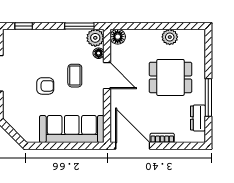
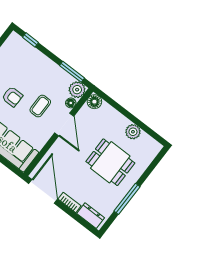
dresser: (198, 118) -> (91, 216), moved, turned 90

